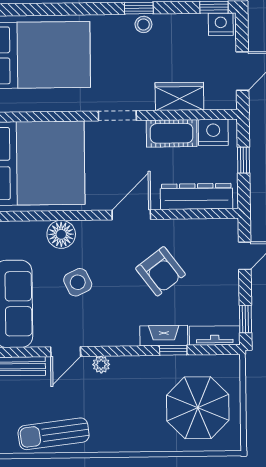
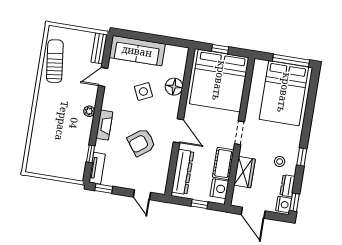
dresser: (189, 23) -> (288, 186), added
stool: (143, 24) -> (280, 162), moved
fireplace: (164, 336) -> (104, 125), moved
window: (173, 350) -> (91, 154), moved
door: (66, 352) -> (103, 77), hinge flipped
plant: (101, 365) -> (89, 111), moved
parasol: (198, 408) -> (55, 150), removed

